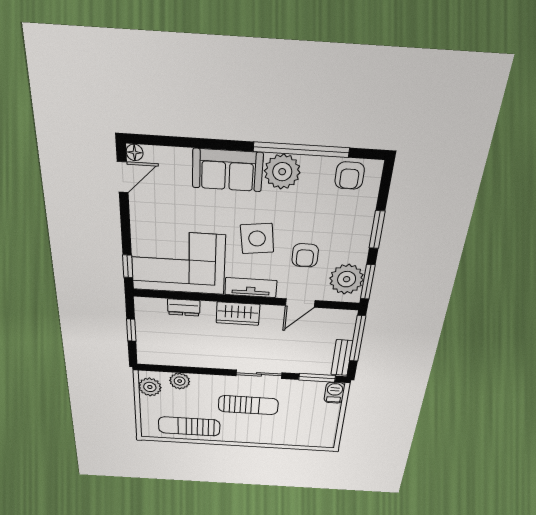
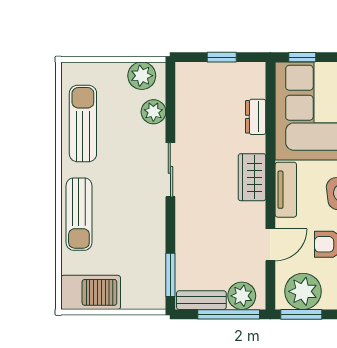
door: (300, 303) -> (270, 245), swing flipped
plant: (343, 328) -> (242, 296), added
sliding door: (259, 374) -> (170, 170), moved
barbecue: (334, 393) -> (91, 292), moved, width x1.88, depth x1.53
sun lounger: (248, 405) -> (79, 214), moved

